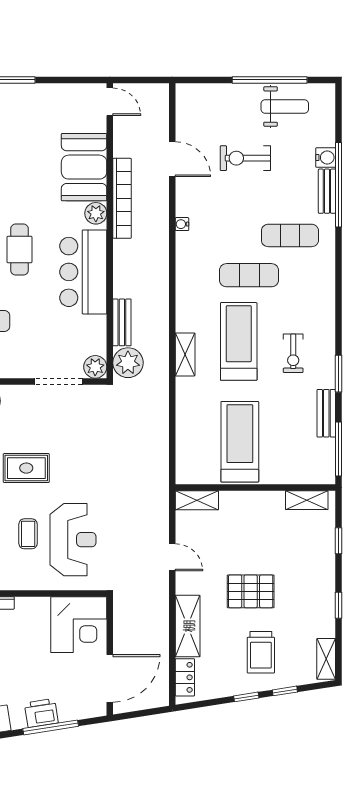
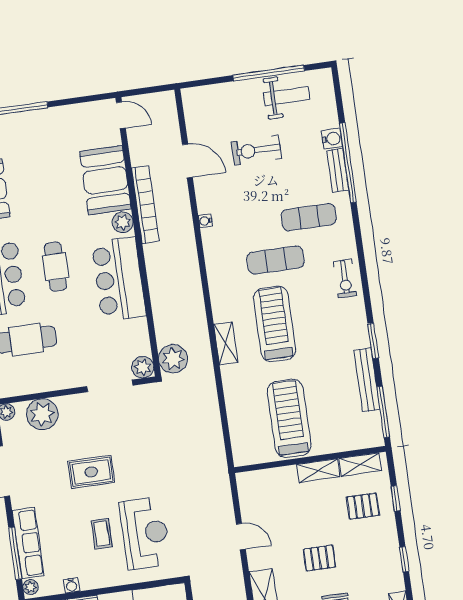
bench: (122, 322) -> (162, 322), removed
exercise bike: (293, 353) -> (345, 279), moved
bench: (326, 413) -> (367, 380), width x1.36
shelving: (197, 500) -> (318, 471), moved
pallet: (303, 544) -> (363, 506), added
pallet: (251, 591) -> (319, 558), width x0.67, depth x0.71

